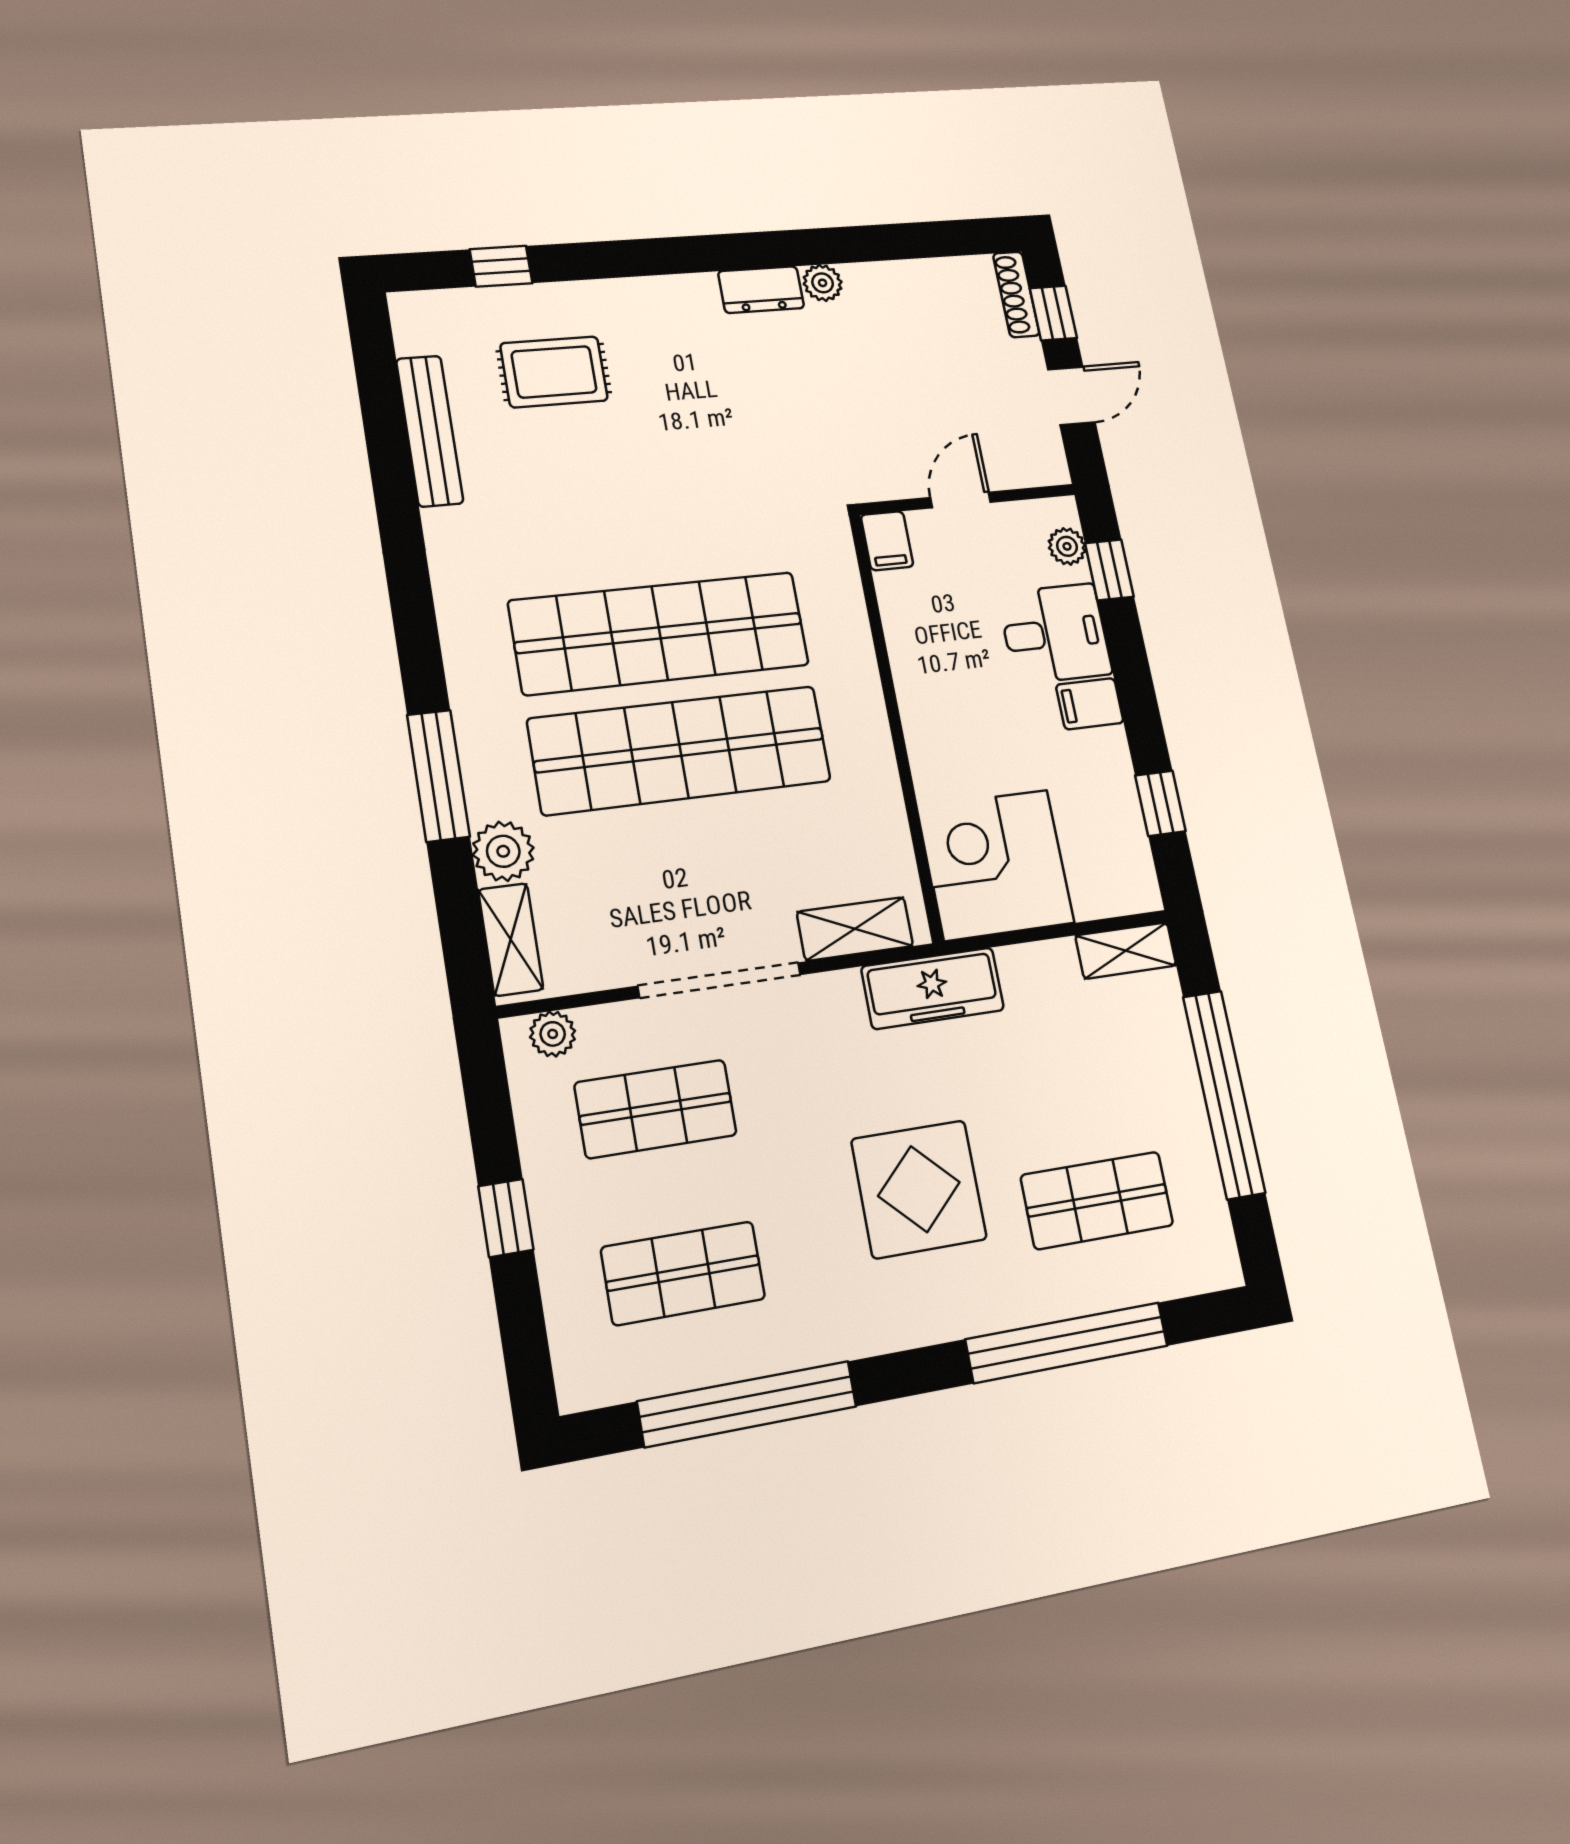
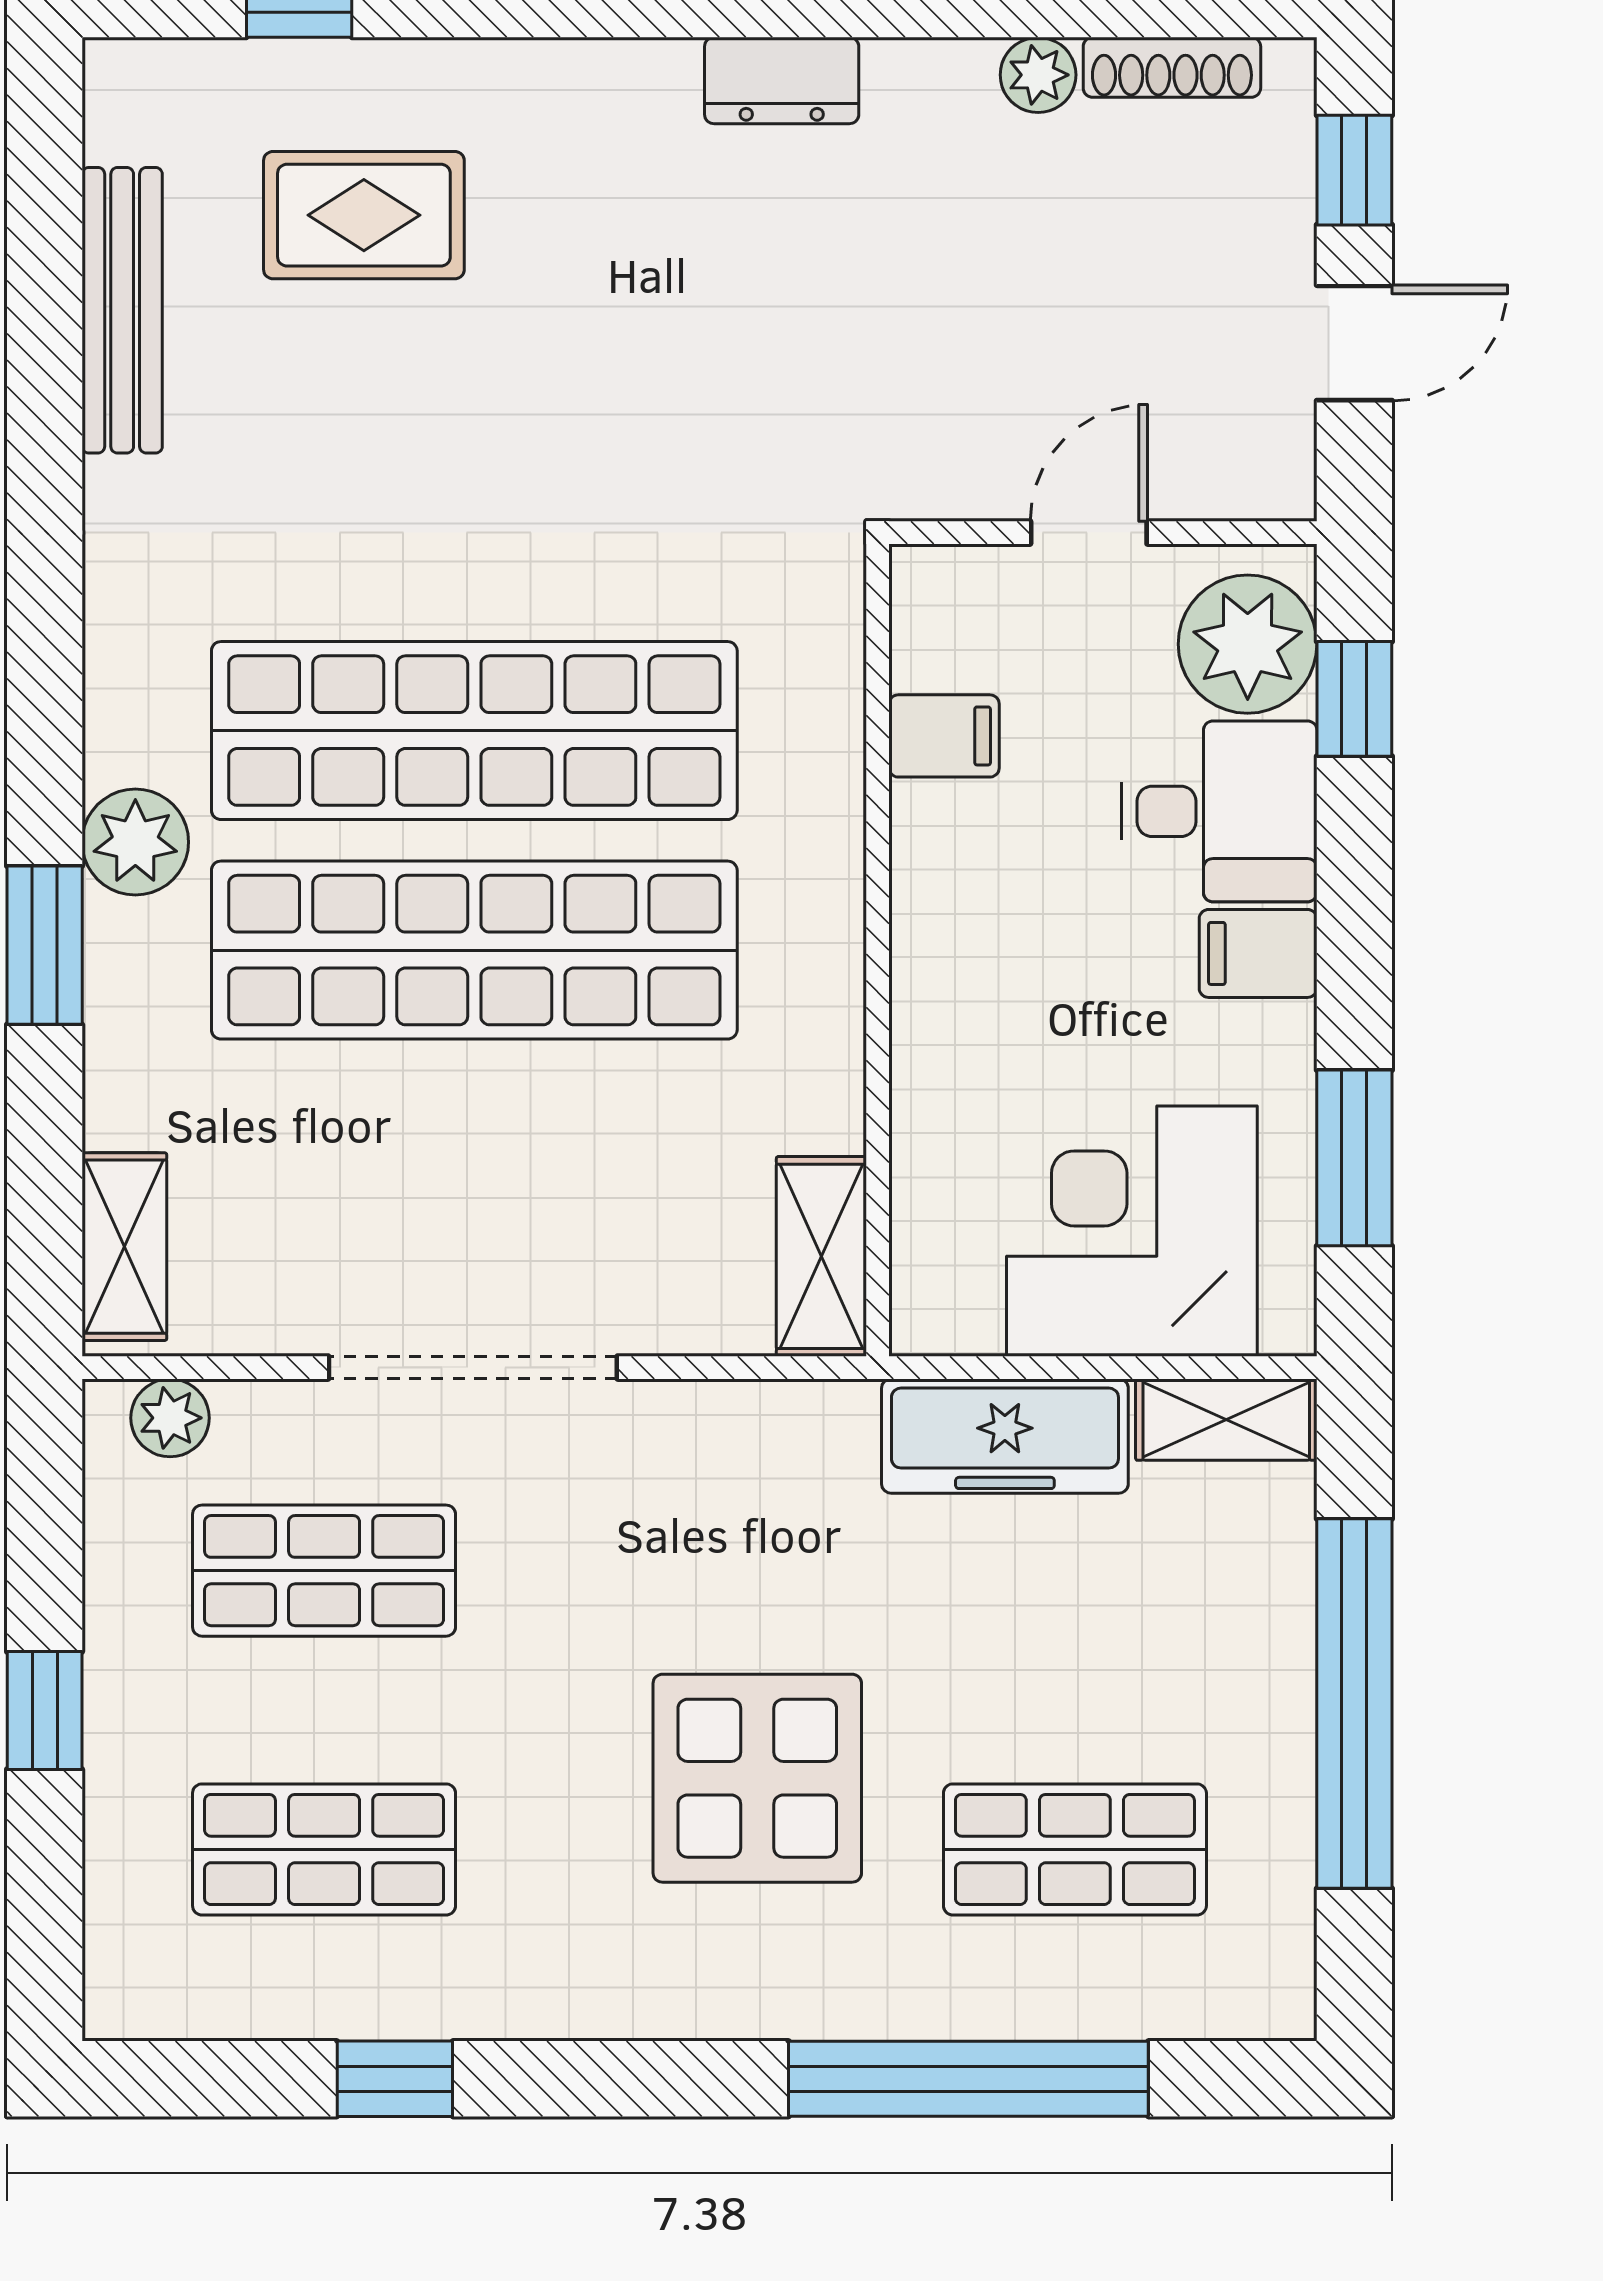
plant: (823, 283) -> (1038, 75), moved
shoe rack: (1016, 294) -> (1172, 67), moved, turned -90
filing cabinet: (887, 541) -> (944, 736), moved, turned -90
plant: (1067, 546) -> (1248, 644), width x1.87, depth x1.87
window: (438, 776) -> (45, 945), width x0.69
window: (1160, 803) -> (1354, 1158), width x1.50
plant: (503, 851) -> (135, 842), moved
corner desk: (996, 865) -> (1132, 1231), moved
shelving: (855, 929) -> (821, 1256), moved, turned 90
freezer: (933, 988) -> (1005, 1436), moved
window: (748, 1404) -> (395, 2079), width x0.32

